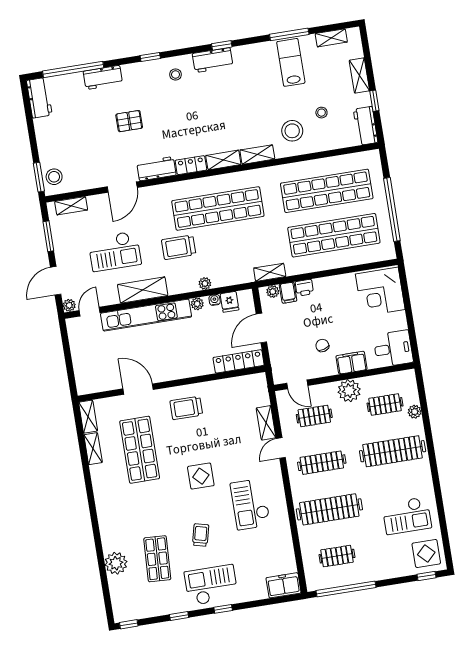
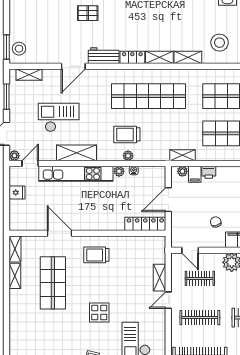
trolley: (179, 247) -> (127, 134), moved
checkout: (115, 251) -> (59, 117), turned 180
fridge: (230, 302) -> (17, 193), moved, turned -90

